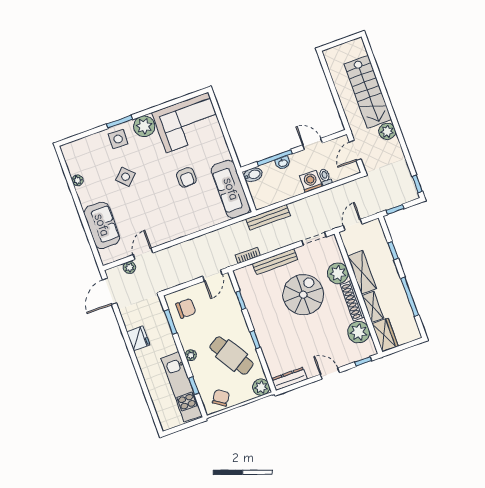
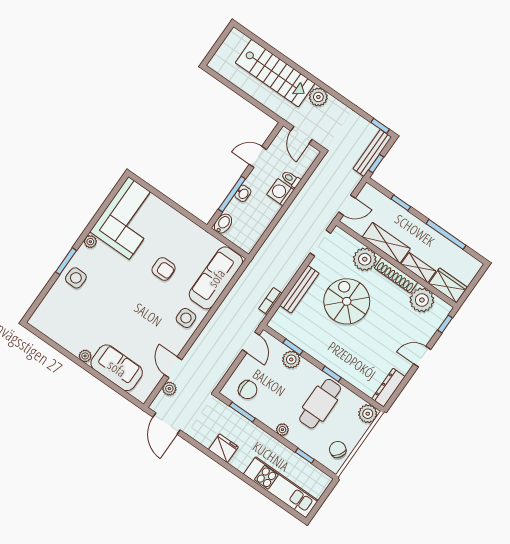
plant: (144, 126) -> (90, 242), width x0.53, depth x0.53
side table: (125, 177) -> (186, 318), moved, turned 45
plant: (78, 180) -> (85, 356), moved
sofa: (231, 189) -> (216, 278), moved, turned 90
bench: (268, 217) -> (372, 153), moved
door: (353, 225) -> (347, 205), swing flipped
chair: (186, 308) -> (248, 390), turned 90
plant: (233, 309) -> (291, 359), added
cafe table: (232, 356) -> (320, 404), turned -58
kitchen unit: (182, 387) -> (281, 487), moved, turned 180

